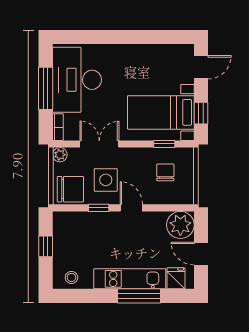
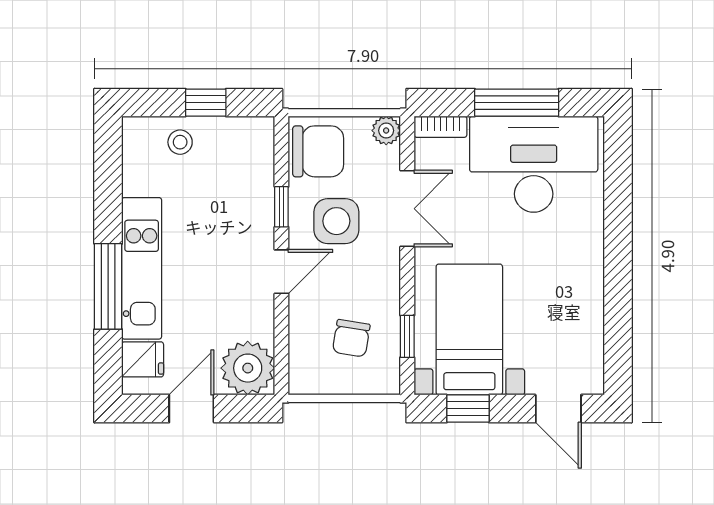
chair: (165, 172) -> (351, 338), turned 99
chair: (70, 189) -> (318, 151), turned -90
stool: (71, 277) -> (180, 142), moved

